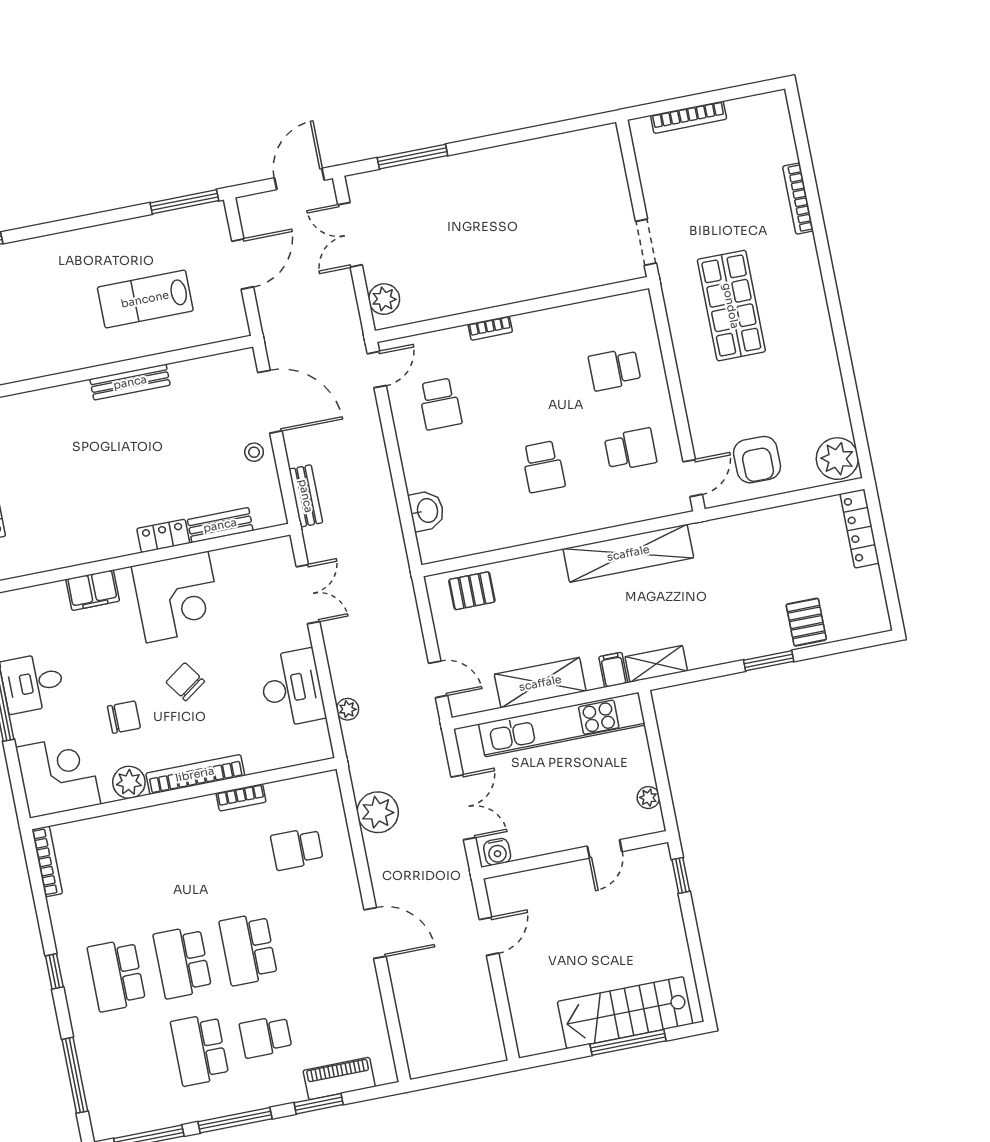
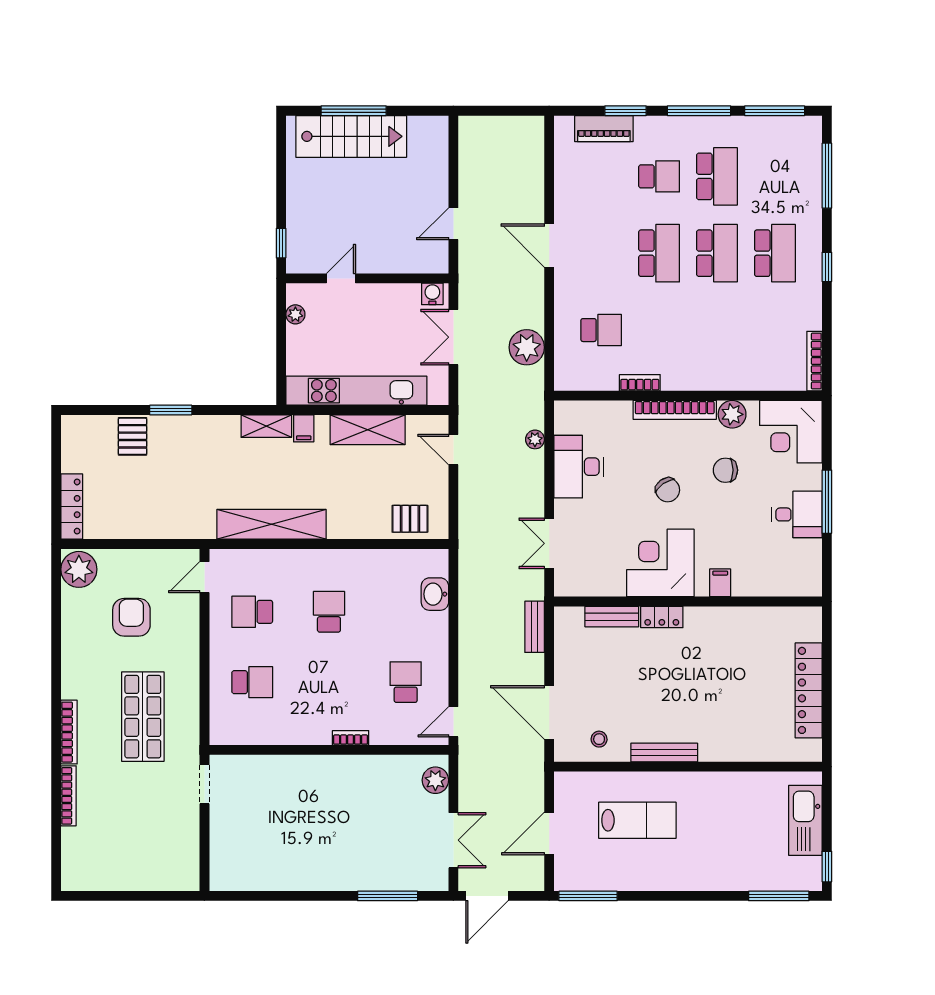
bookcase: (689, 117) -> (69, 732), moved, turned 90
stool: (254, 452) -> (599, 739), moved
armchair: (757, 460) -> (131, 617), moved
filing cabinet: (93, 590) -> (720, 583), width x0.50

